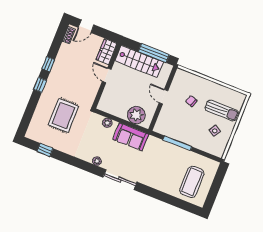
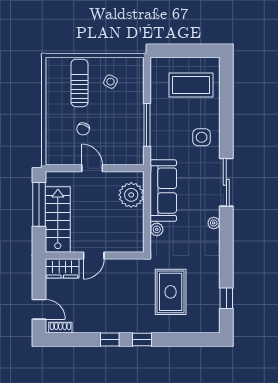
door: (164, 97) -> (92, 168), swing flipped
rug: (64, 116) -> (171, 292), turned 90
sofa: (131, 137) -> (163, 191), width x1.36
side table: (155, 175) -> (202, 137), added

